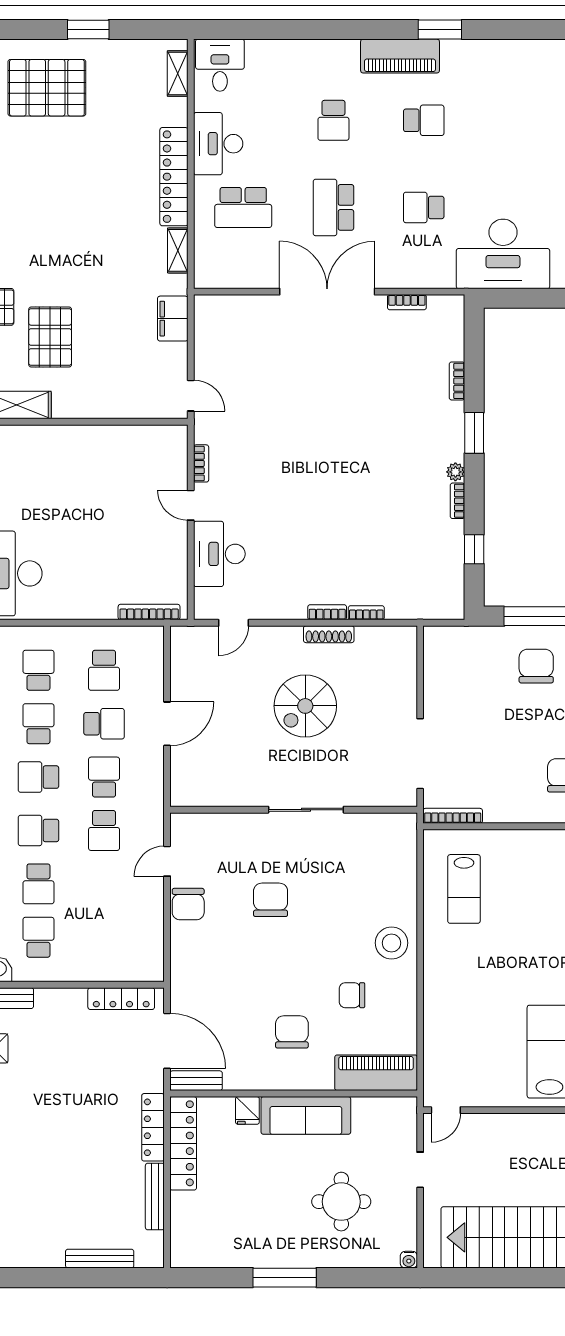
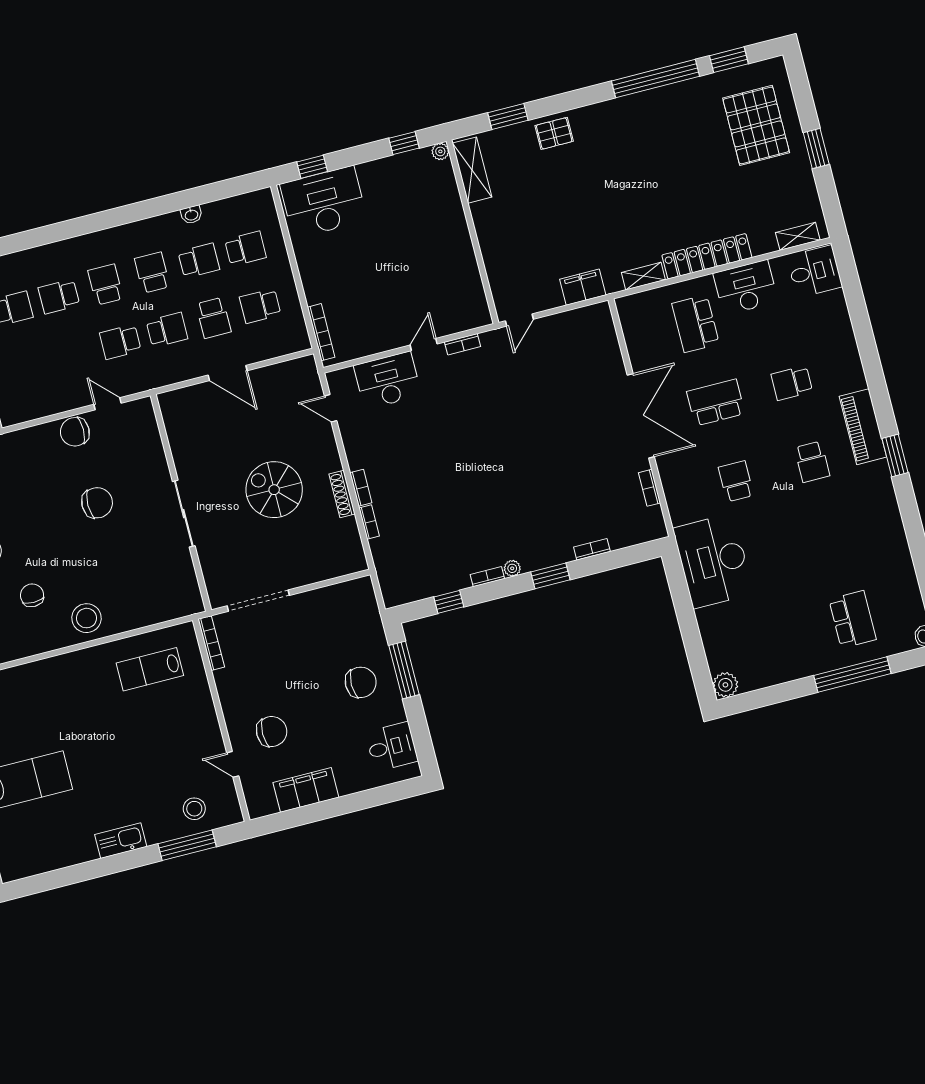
pallet: (50, 337) -> (539, 184), removed

